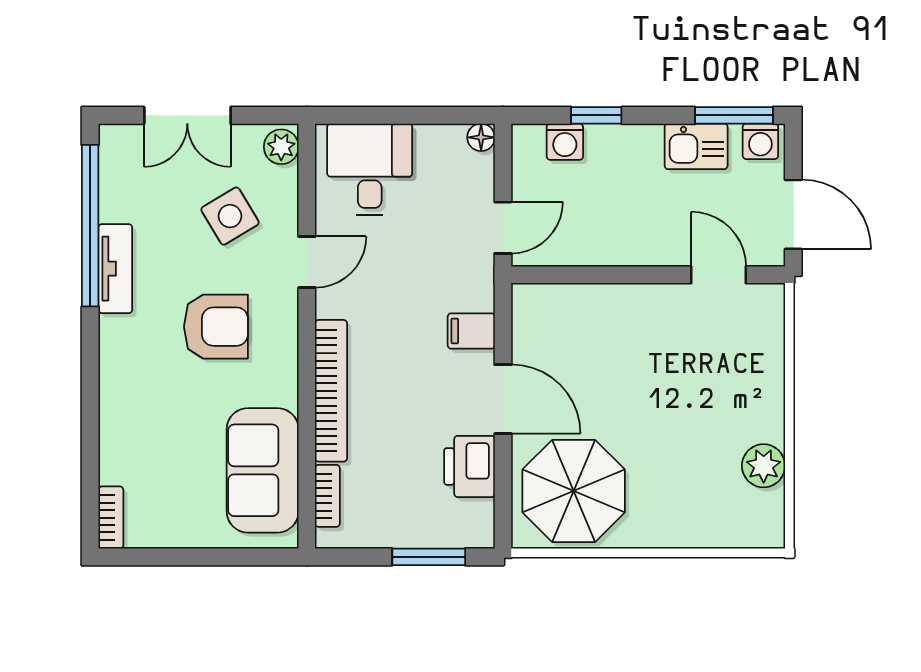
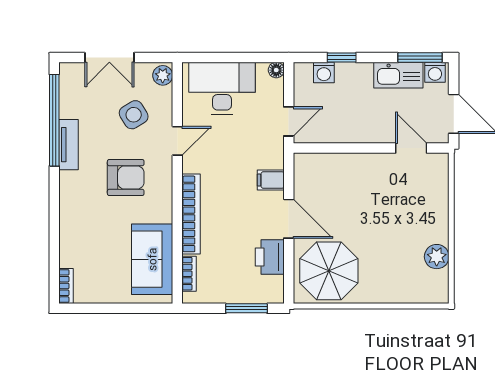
kitchen sink: (696, 146) -> (398, 75), width x1.38
desk: (370, 169) -> (222, 88), width x1.37

